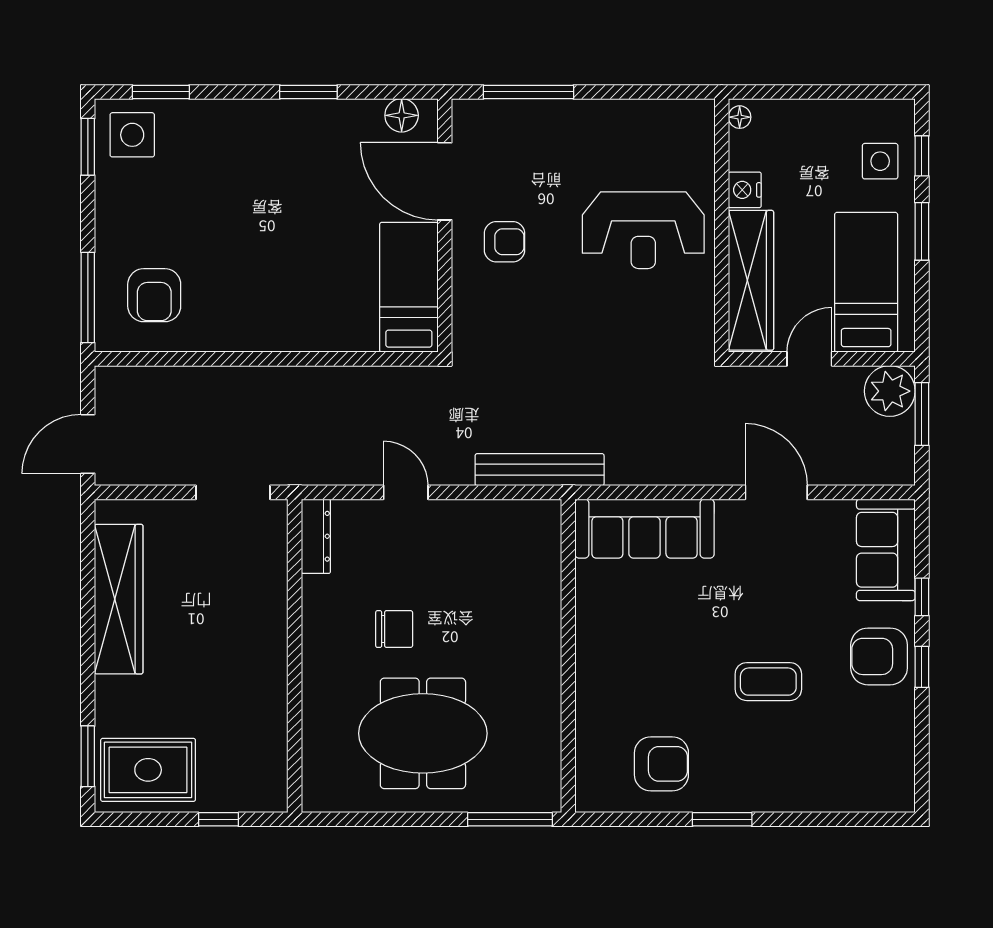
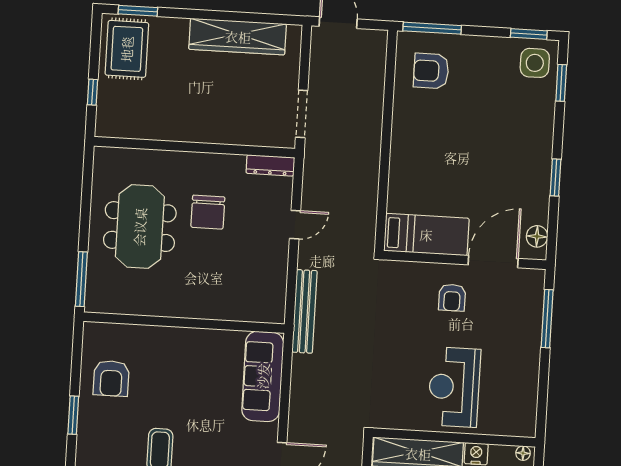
chair: (394, 629) -> (208, 212), width x1.37, depth x1.37

